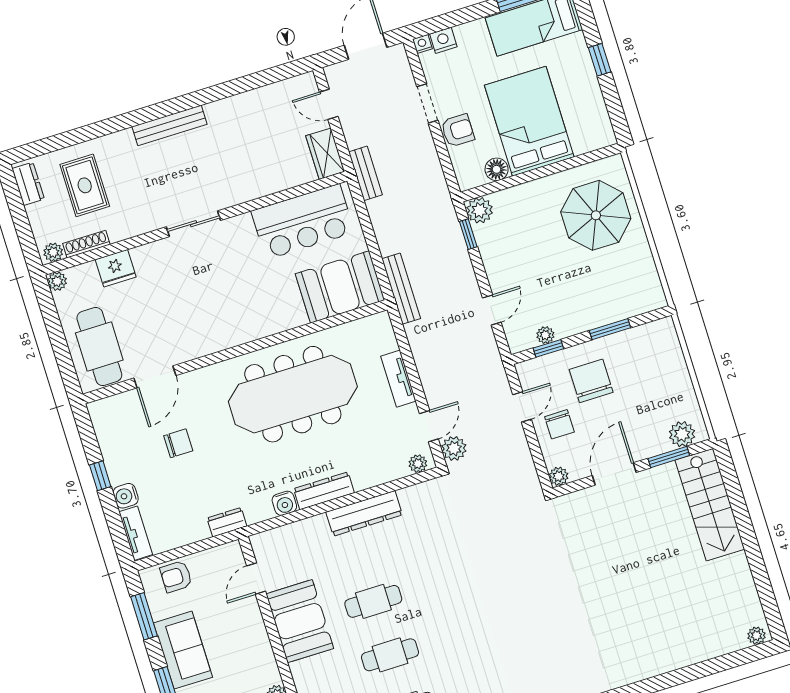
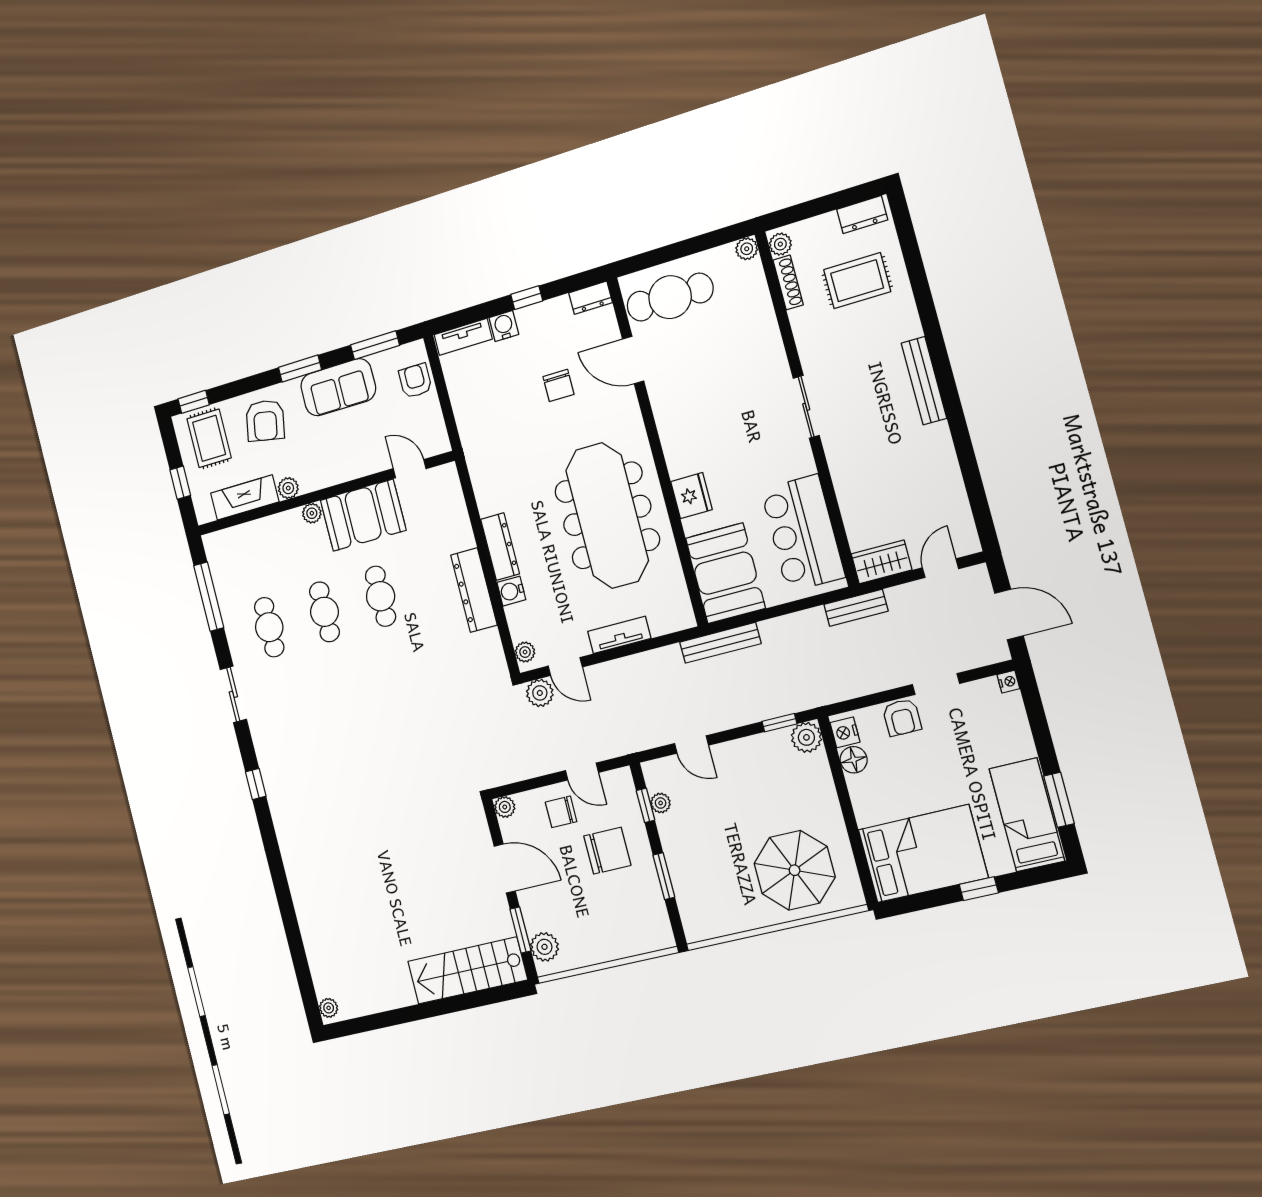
nightstand: (443, 40) -> (845, 732), moved, turned 180
bed: (529, 121) -> (923, 854), moved
fridge: (116, 268) -> (691, 496), moved, turned 180
water cooler: (284, 503) -> (511, 591), moved
dresser: (227, 522) -> (591, 298), moved, turned 90
plant: (299, 671) -> (312, 513), added

